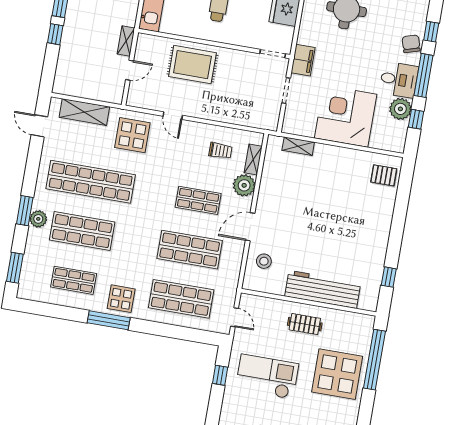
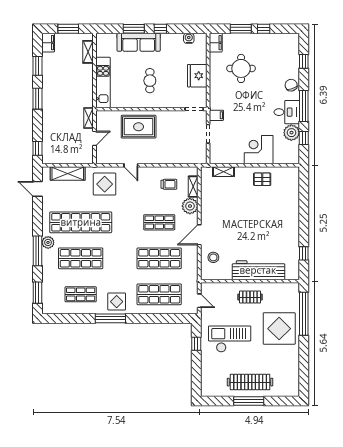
window: (431, 32) -> (304, 61), moved
window: (55, 34) -> (37, 148), moved
filing cabinet: (303, 60) -> (216, 115), width x0.50
corner desk: (346, 116) -> (259, 150), width x0.74, depth x0.74
pallet: (384, 175) -> (262, 179), moved
window: (25, 211) -> (37, 251), width x1.44
plant: (38, 219) -> (48, 242), moved

